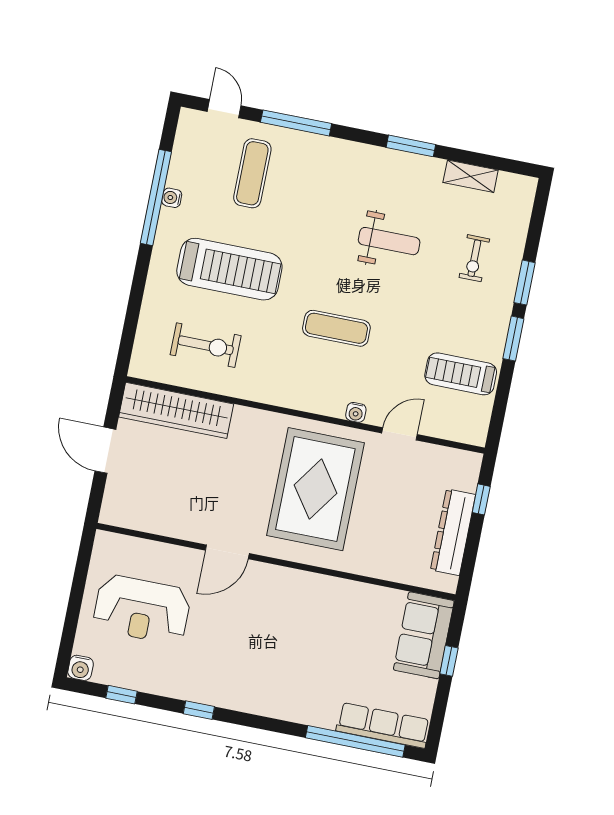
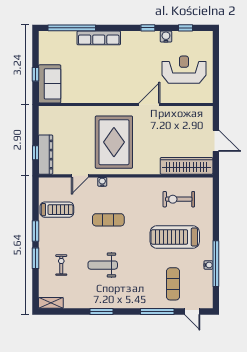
shelving: (471, 176) -> (51, 303), moved
exercise mat: (336, 328) -> (108, 220), moved
dresser: (453, 532) -> (46, 155), moved
water cooler: (81, 668) -> (166, 37), moved
row of seats: (383, 725) -> (99, 38), moved

